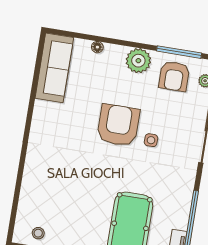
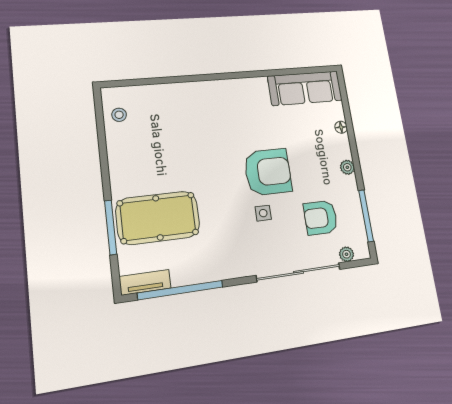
plant: (138, 61) -> (347, 167), width x0.53, depth x0.53
armchair: (174, 76) -> (321, 218), moved

